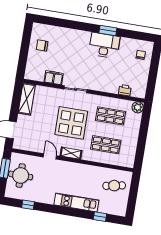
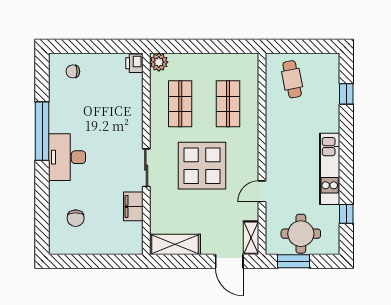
window: (108, 30) -> (42, 131), width x2.11
desk: (104, 45) -> (67, 157), moved
chair: (42, 46) -> (76, 218), moved
printer: (125, 90) -> (134, 63), moved
shelving: (71, 153) -> (251, 238), moved
kitchen unit: (76, 202) -> (330, 169), moved

